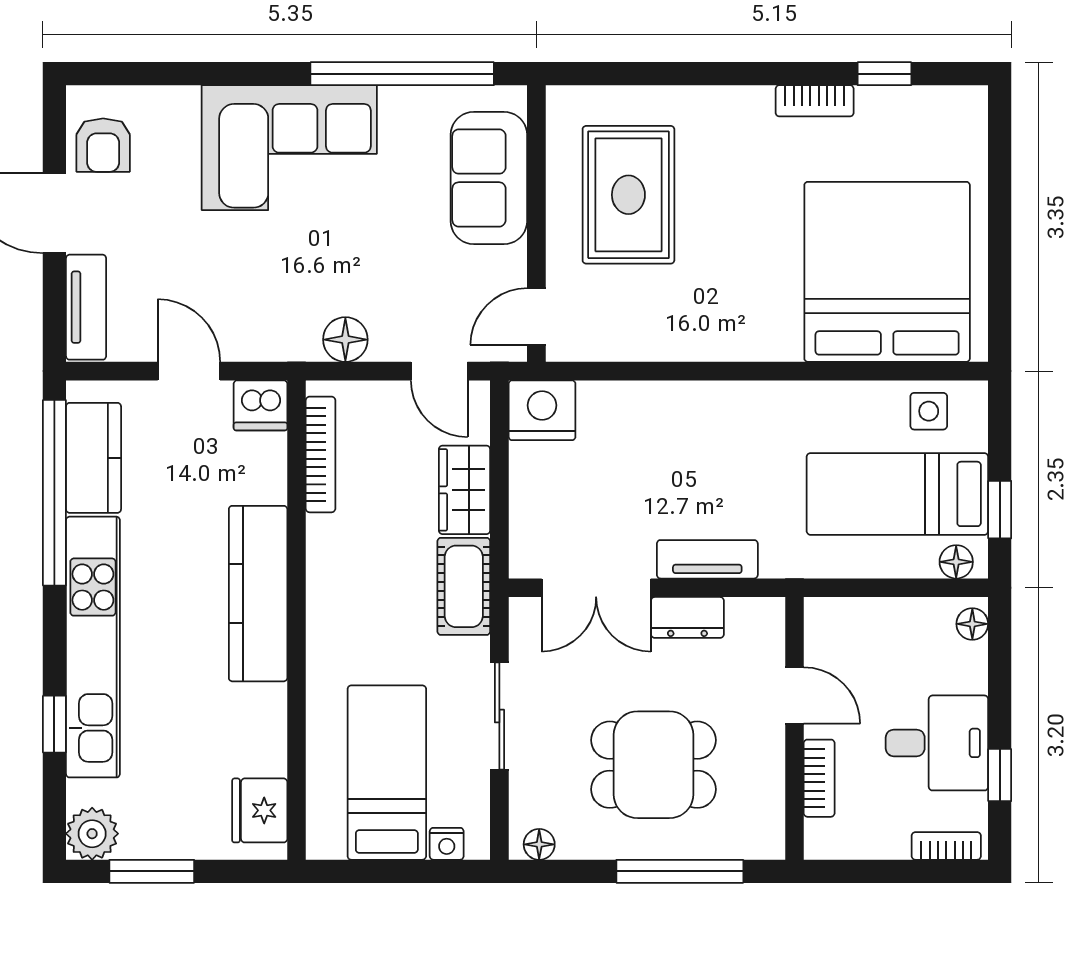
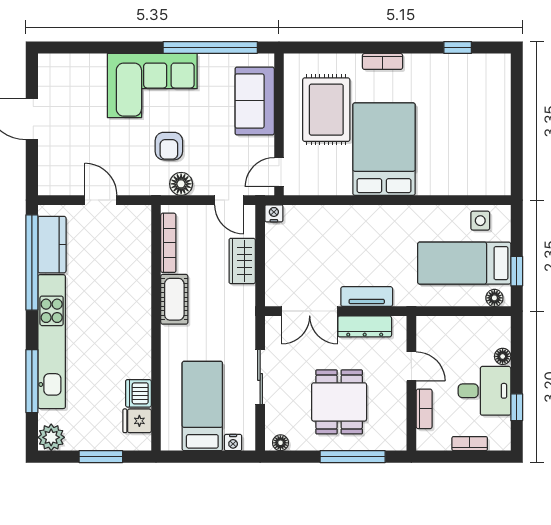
bookcase: (815, 101) -> (383, 61), moved
armchair: (103, 145) -> (169, 146), moved
bed: (887, 272) -> (384, 149), moved, width x0.73
tv unit: (86, 307) -> (48, 167), removed
dishwasher: (260, 405) -> (138, 393), moved, turned 90
nightstand: (542, 410) -> (274, 213), width x0.53, depth x0.56
cot: (464, 586) -> (174, 299), moved
kitchen counter: (258, 594) -> (136, 314), removed
dresser: (687, 617) -> (365, 326), width x1.44
floor lamp: (972, 624) -> (503, 356), moved
window: (54, 724) -> (32, 381), width x2.17
dining table: (653, 765) -> (339, 402), turned 90
fridge: (260, 810) -> (137, 421), width x0.72
bookcase: (946, 846) -> (470, 444), moved
window: (152, 871) -> (101, 457), moved

